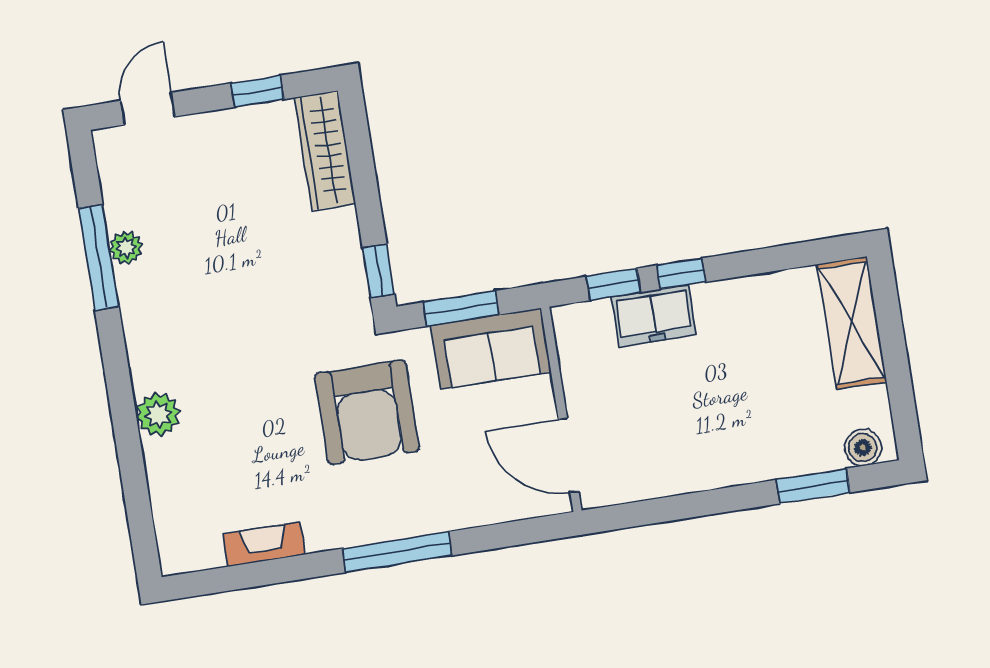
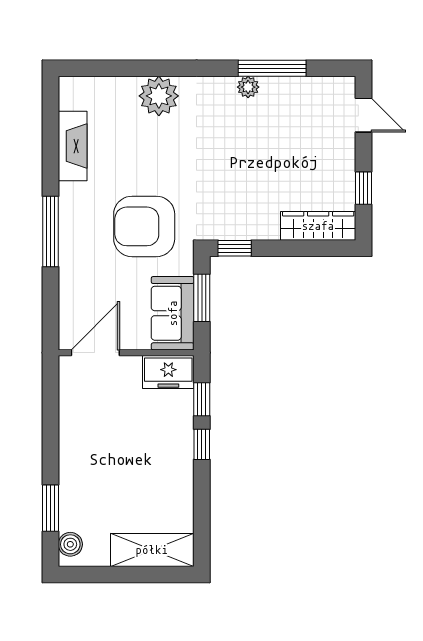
plant: (126, 248) -> (248, 87), moved
freezer: (654, 316) -> (168, 372), moved, turned -90
plant: (158, 414) -> (159, 96), width x1.36, depth x1.36
fireplace: (264, 544) -> (73, 146), width x1.37, depth x1.32

